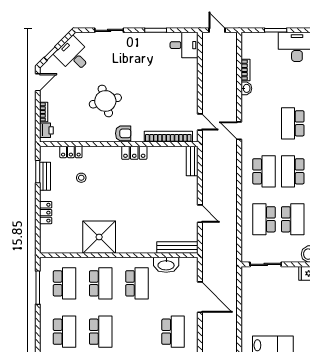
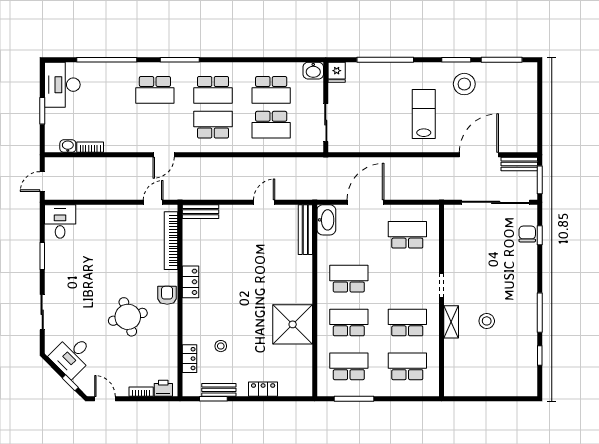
washbasin: (246, 88) -> (68, 146), moved
school desk: (293, 219) -> (271, 90), turned 180
washbasin: (166, 265) -> (326, 220), moved

